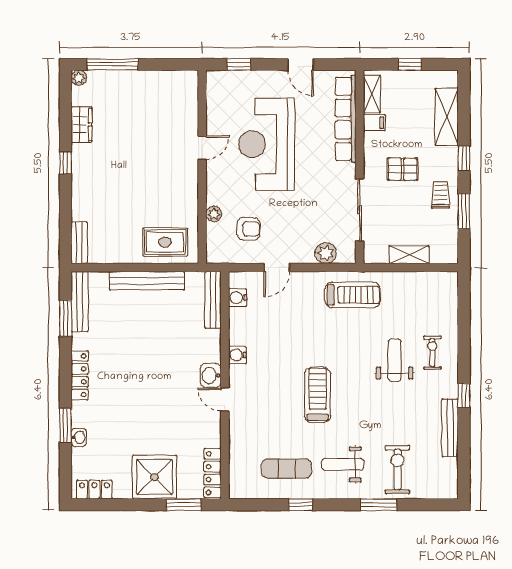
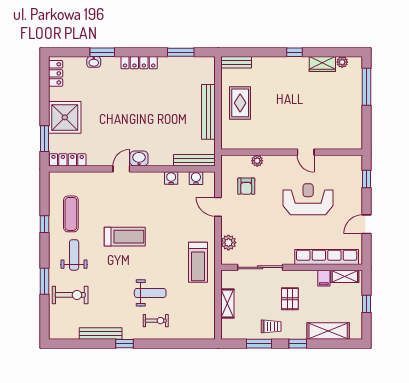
plant: (79, 78) -> (342, 62), moved
reception desk: (267, 144) -> (308, 199), width x0.74, depth x0.77
rug: (165, 242) -> (240, 103), moved
bench: (80, 302) -> (193, 63), removed
water cooler: (237, 355) -> (171, 178), moved

